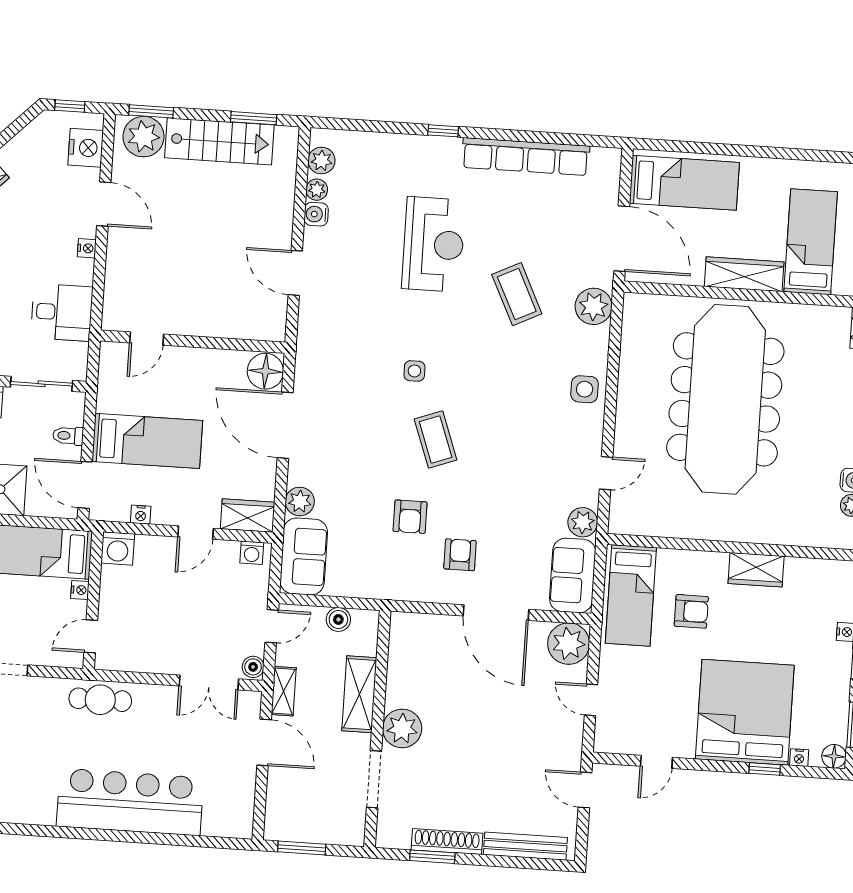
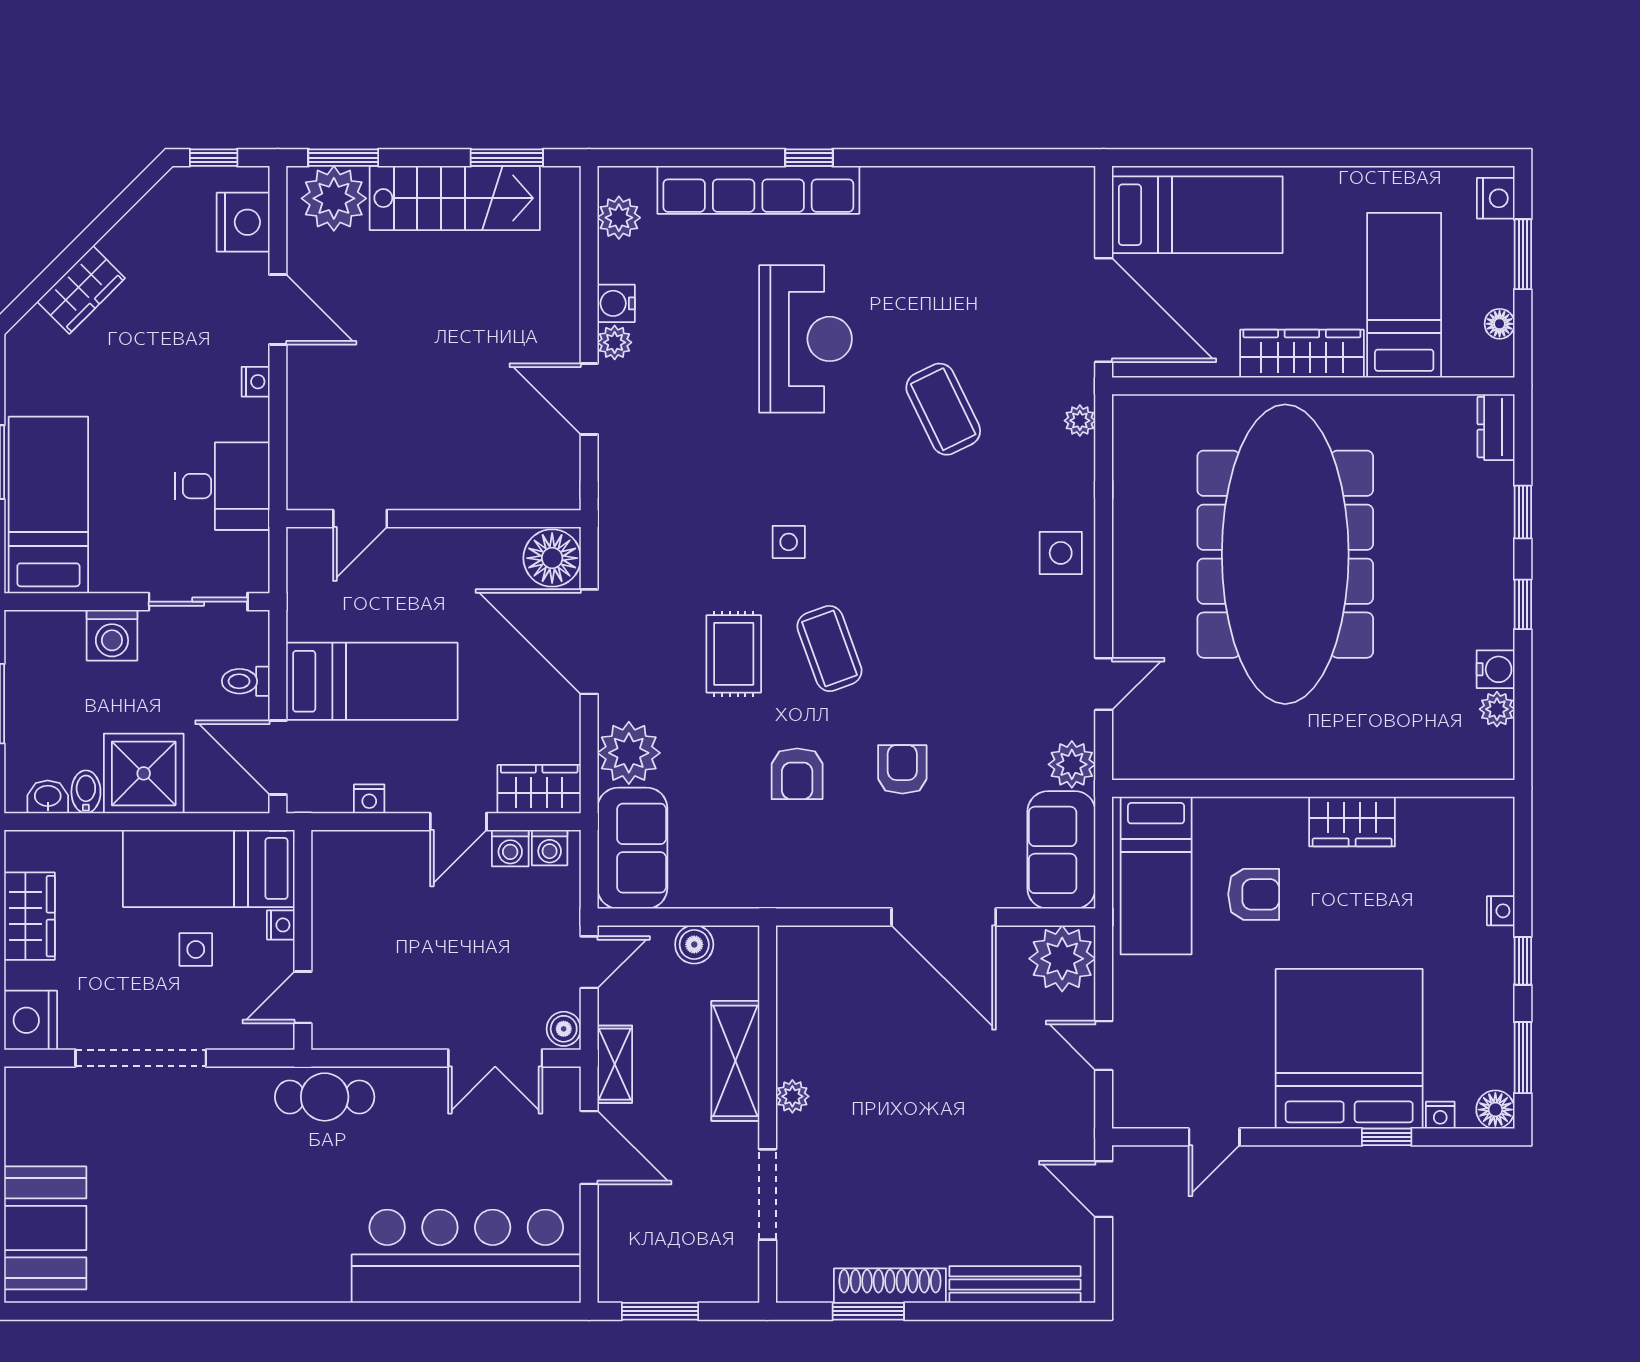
row of seats: (526, 157) -> (758, 190), moved
plant: (317, 190) -> (615, 342), moved
plant: (594, 306) -> (1080, 421), width x0.53, depth x0.53
rug: (375, 439) -> (734, 654), added
plant: (300, 501) -> (629, 753), width x1.36, depth x1.36
washing machine: (118, 548) -> (510, 848), moved, width x0.73, depth x0.73
armchair: (460, 555) -> (902, 769), moved
side table: (26, 602) -> (196, 949), added
plant: (402, 728) -> (792, 1096), width x0.53, depth x0.53
bar counter: (130, 802) -> (466, 1256), moved

